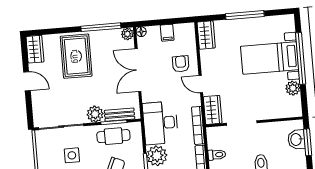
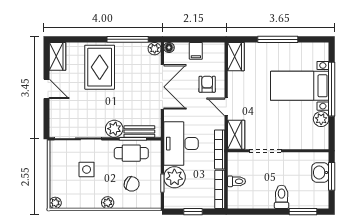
double door: (138, 70) -> (162, 87), swing flipped

